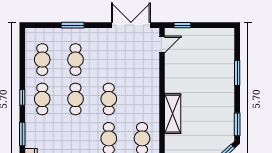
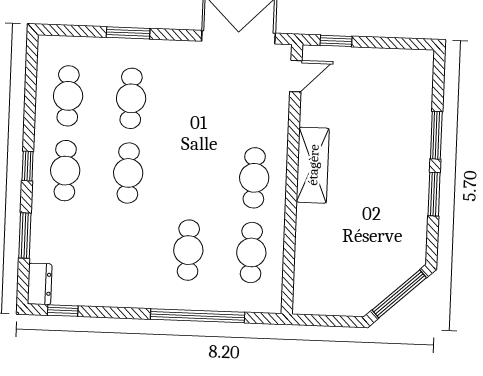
cafe table: (109, 99) -> (254, 178), moved
shelving: (173, 114) -> (313, 165), moved
window: (237, 124) -> (434, 194), moved

